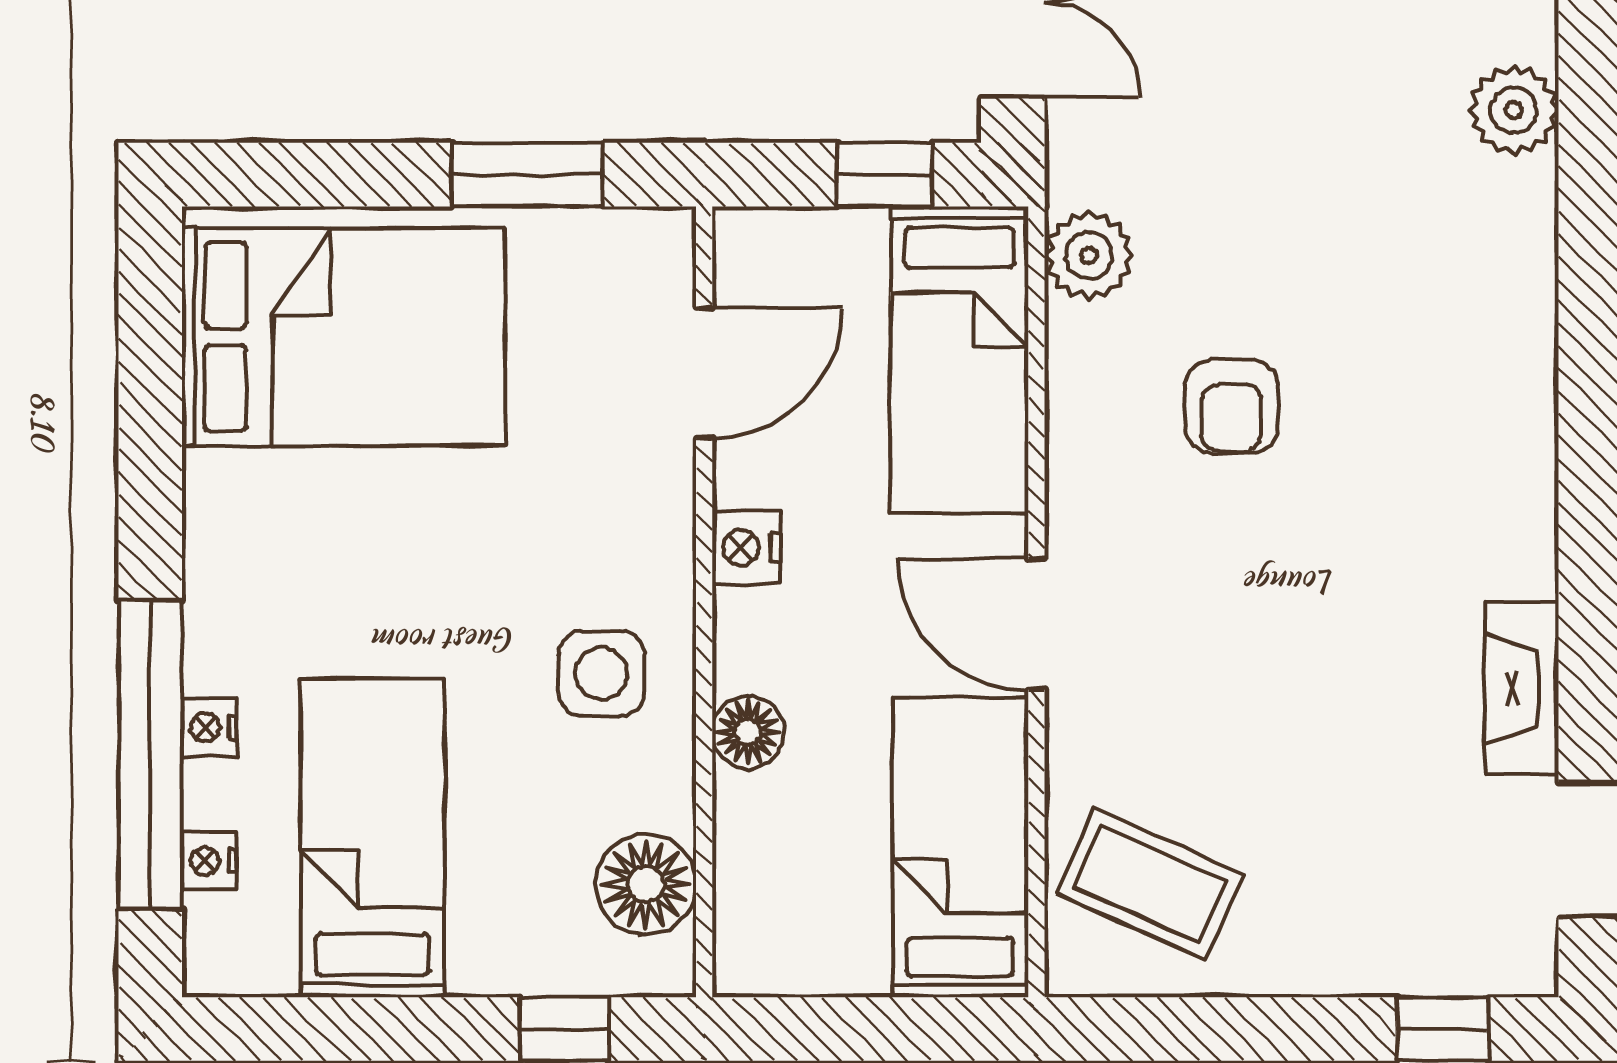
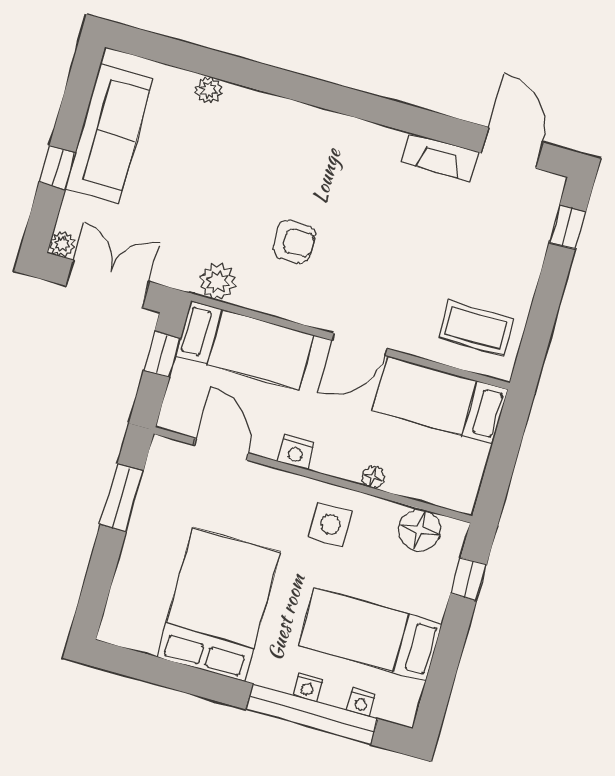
plant: (1514, 110) -> (208, 90), width x0.73, depth x0.73
bed: (343, 337) -> (219, 604), moved
floor lamp: (748, 732) -> (373, 477), width x0.73, depth x0.73
coffee table: (1150, 884) -> (476, 328), turned 66

